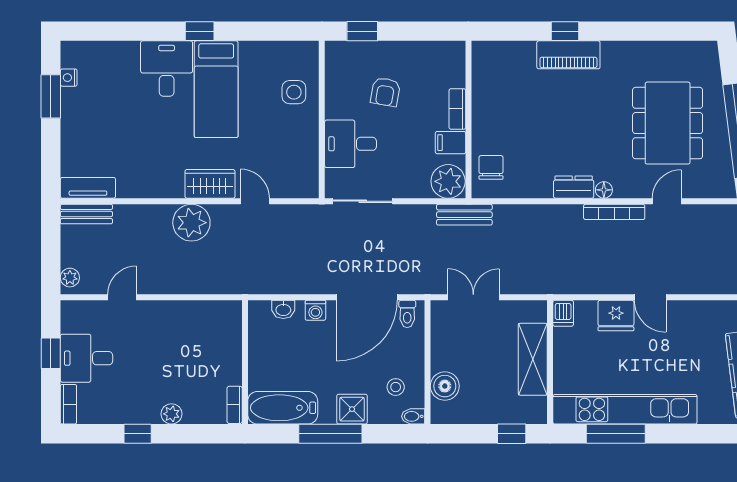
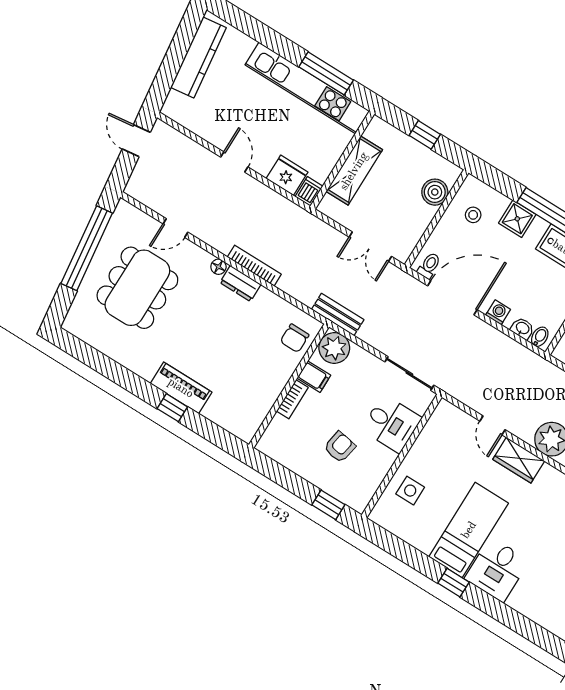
bookcase: (614, 212) -> (254, 266), moved
fridge: (616, 316) -> (287, 175), moved
bidet: (413, 416) -> (540, 337), moved, turned -90
window: (512, 434) -> (425, 135), moved

